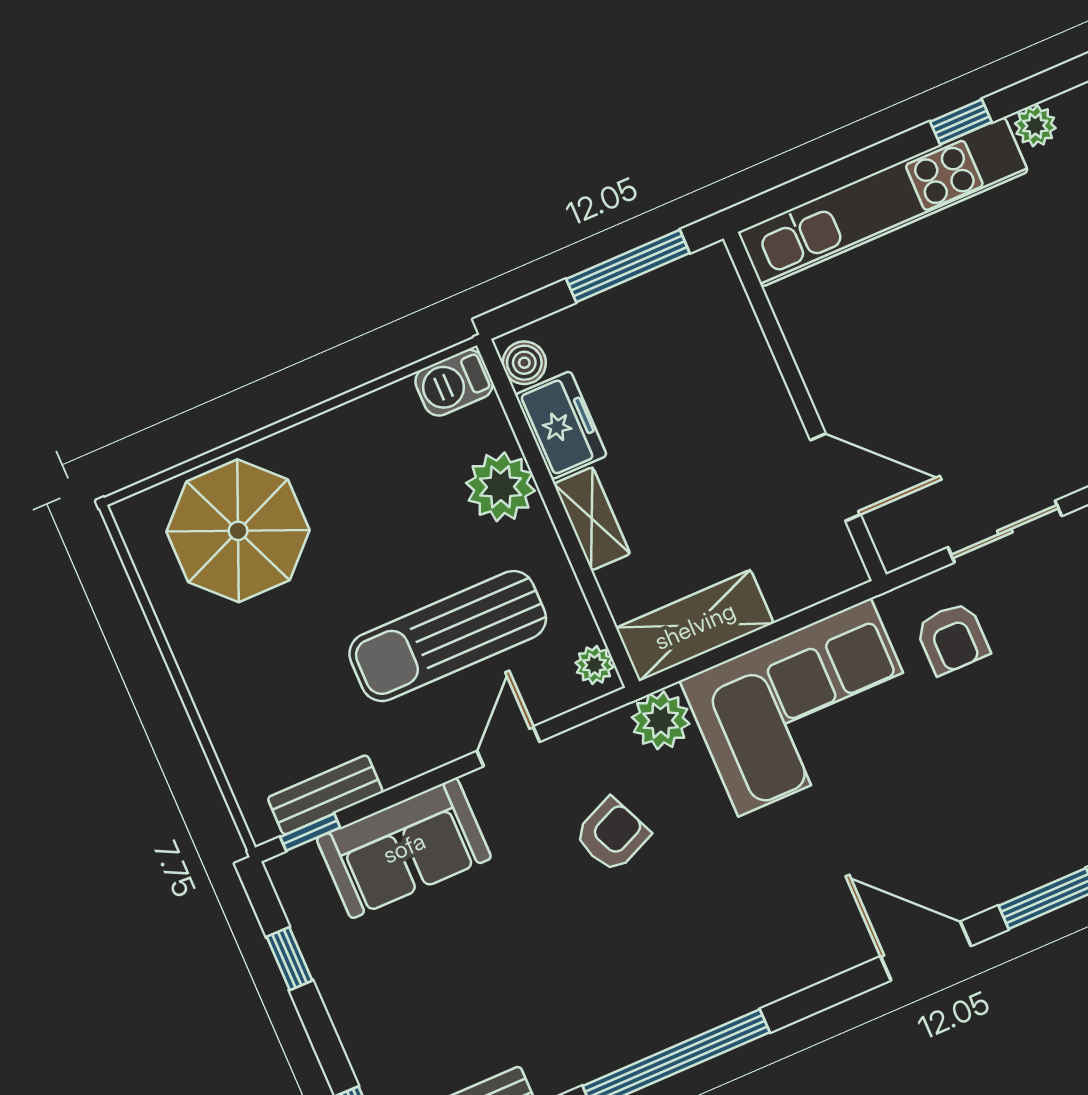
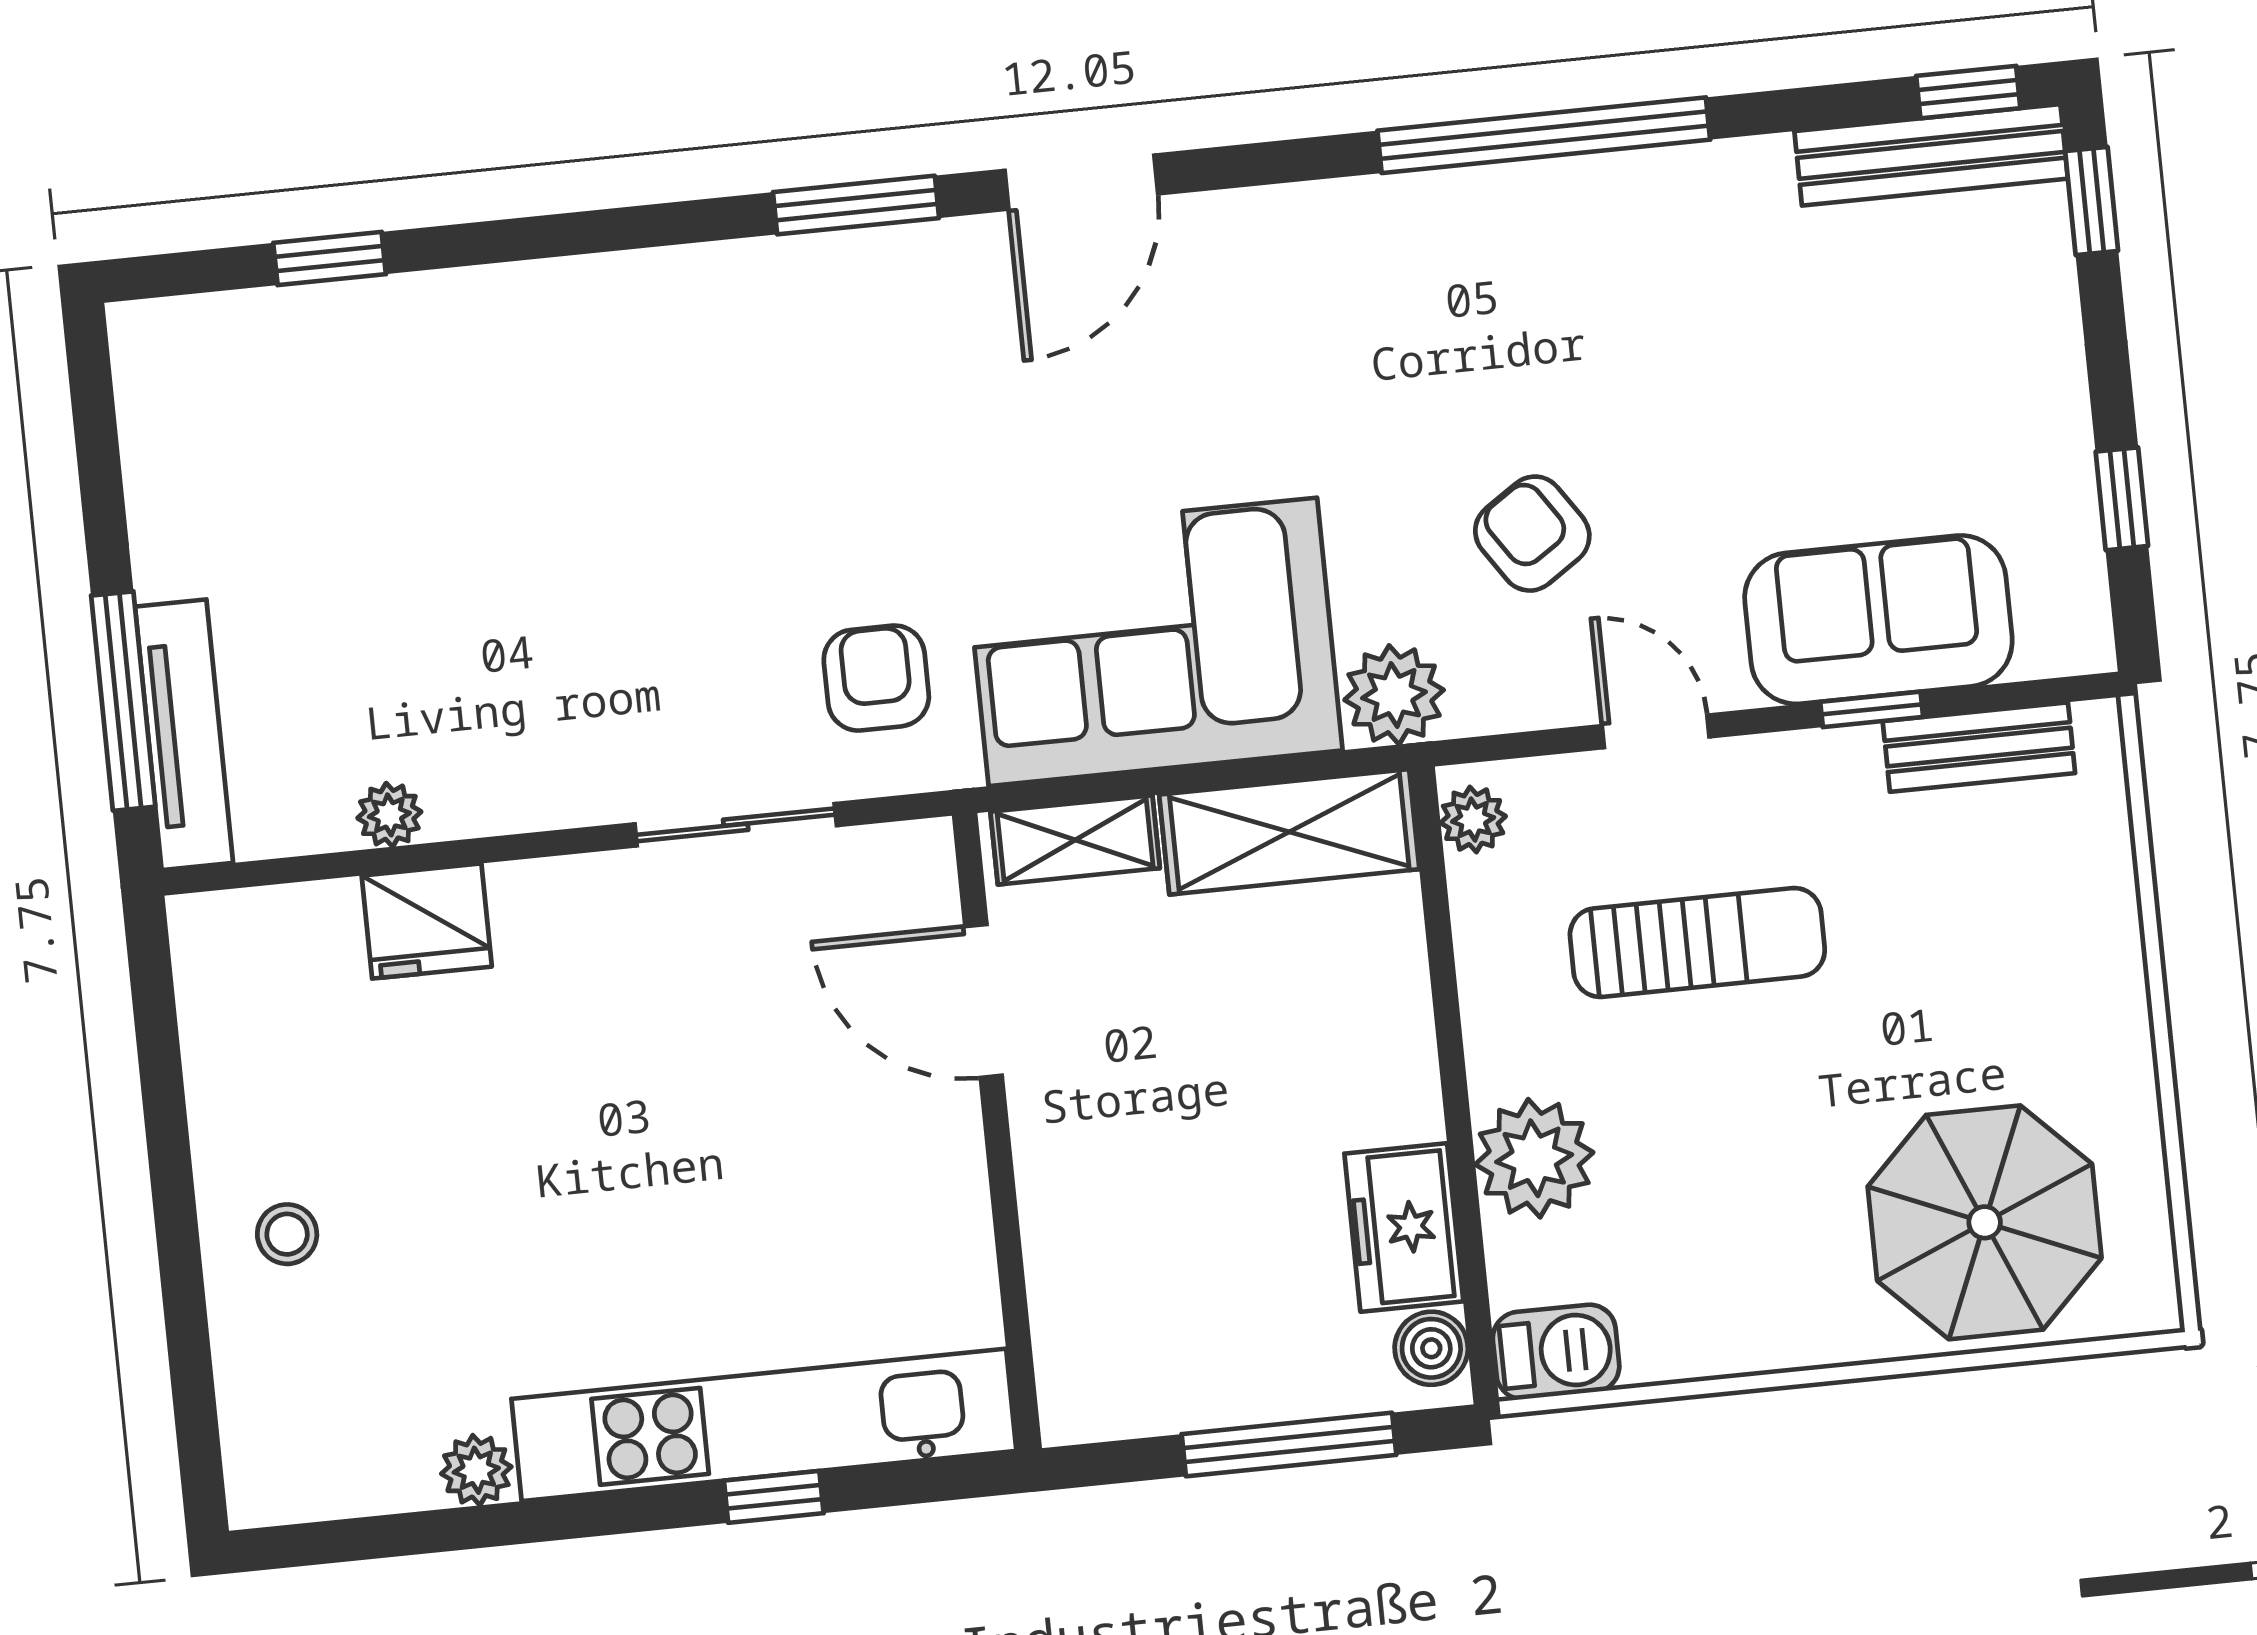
window: (961, 122) -> (774, 1497), moved
window: (628, 266) -> (1289, 1445), moved
shelving: (592, 519) -> (1075, 840), moved, turned 90
sun lounger: (448, 636) -> (1697, 942), width x0.73, depth x0.75
door: (508, 746) -> (1656, 731), swing flipped
window: (310, 832) -> (1872, 709), moved
armchair: (612, 835) -> (1532, 534), turned 80
door: (926, 951) -> (1081, 182), hinge flipped

